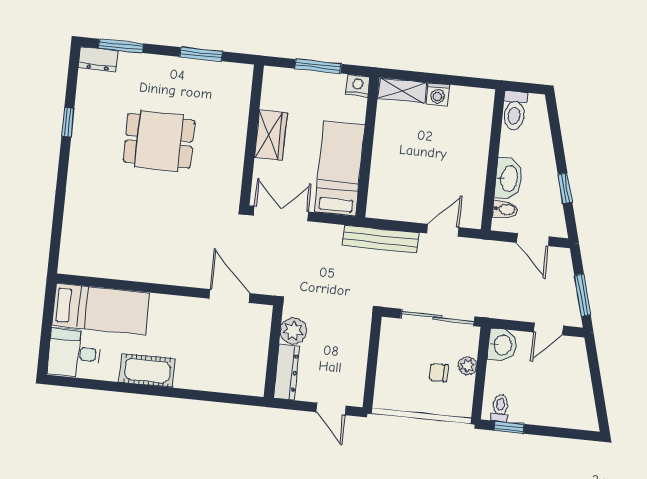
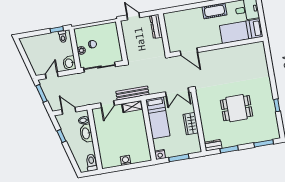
dresser: (98, 59) -> (213, 145), moved
shelving: (402, 90) -> (132, 107), moved
plant: (293, 331) -> (158, 45), removed

